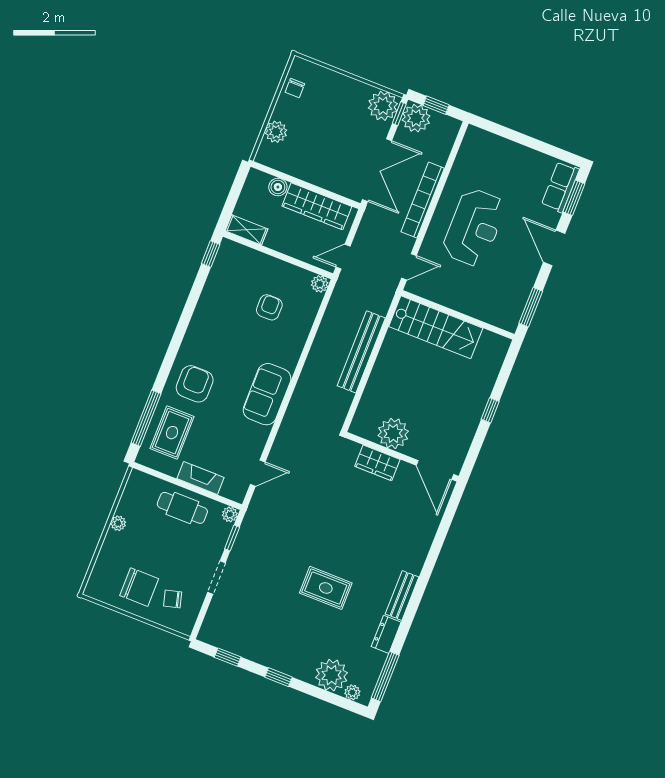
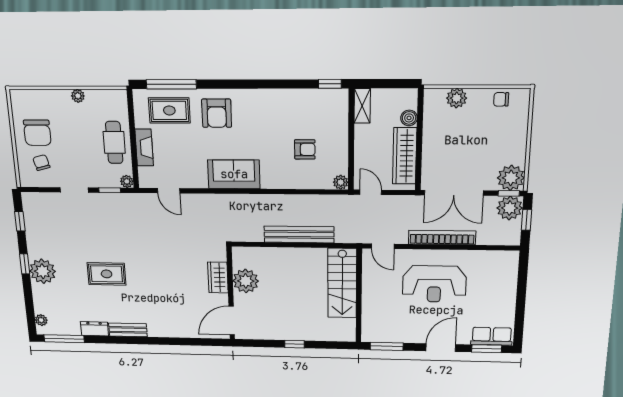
armchair: (195, 384) -> (217, 113), turned 90
rug: (326, 588) -> (107, 274), turned 90
plant: (332, 675) -> (43, 271), moved

